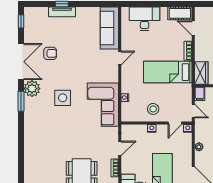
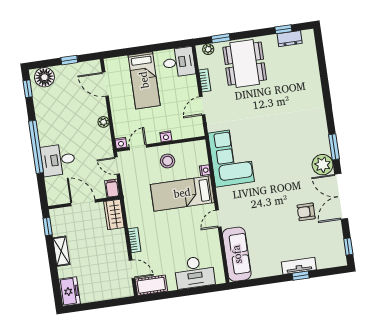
bed: (168, 72) -> (182, 193), moved, turned 180
side table: (63, 98) -> (283, 159), removed

